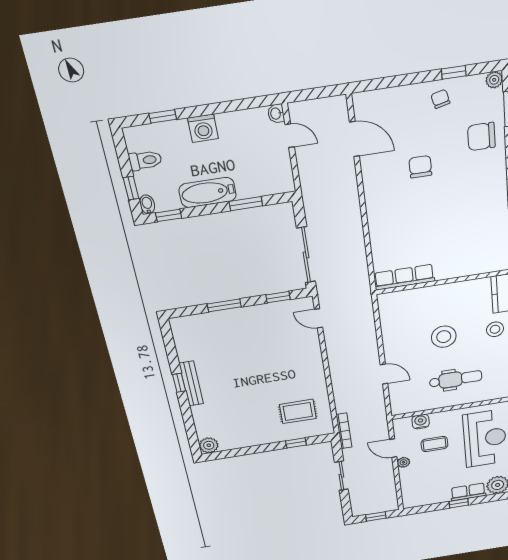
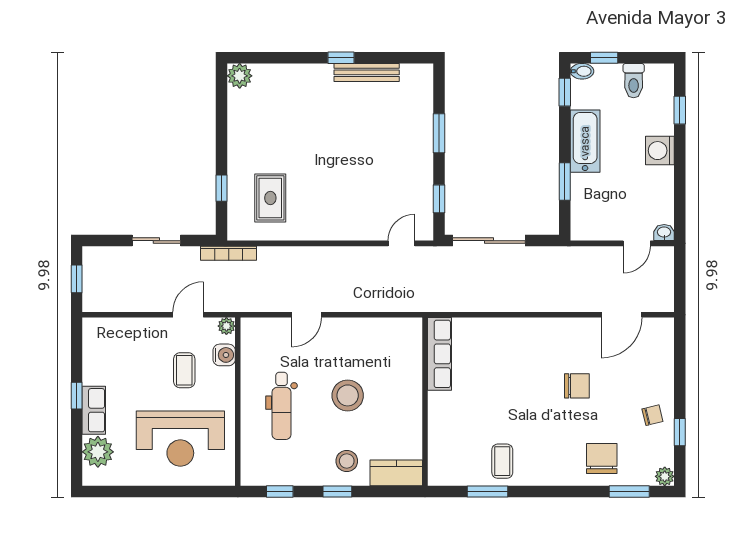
coffee table: (489, 216) -> (502, 461), added
bench: (191, 384) -> (367, 72), moved
plant: (403, 462) -> (226, 326), moved

